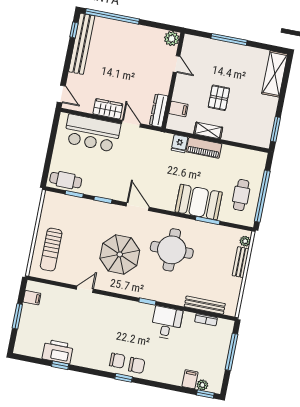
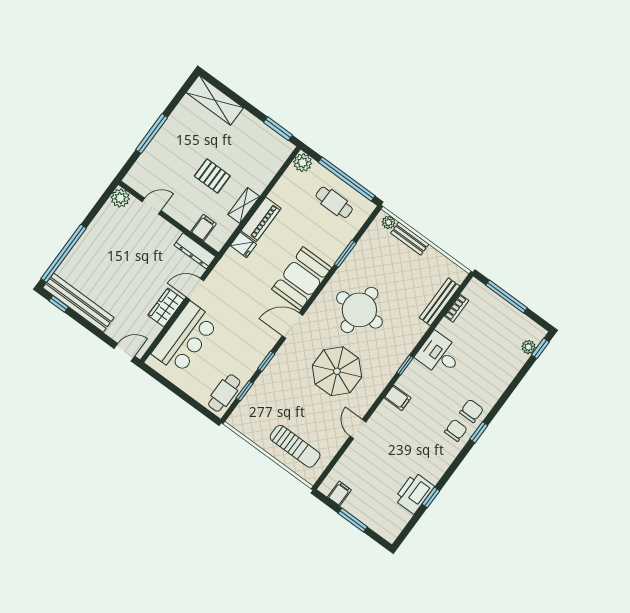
plant: (259, 159) -> (303, 163), added
booth: (199, 202) -> (302, 278), moved
filing cabinet: (190, 379) -> (398, 398), moved, turned 180

